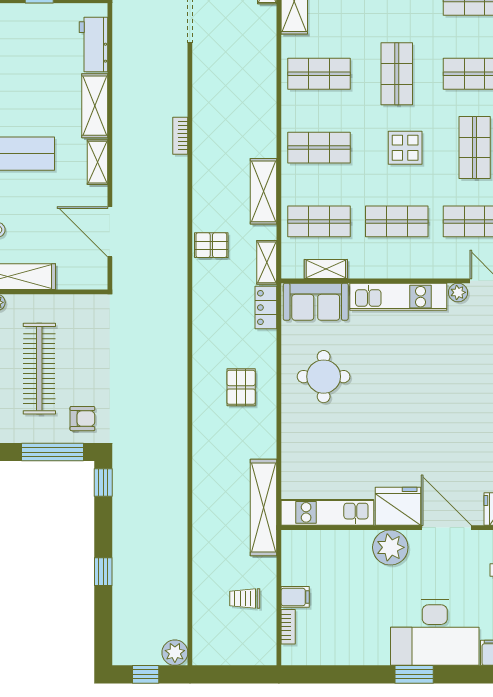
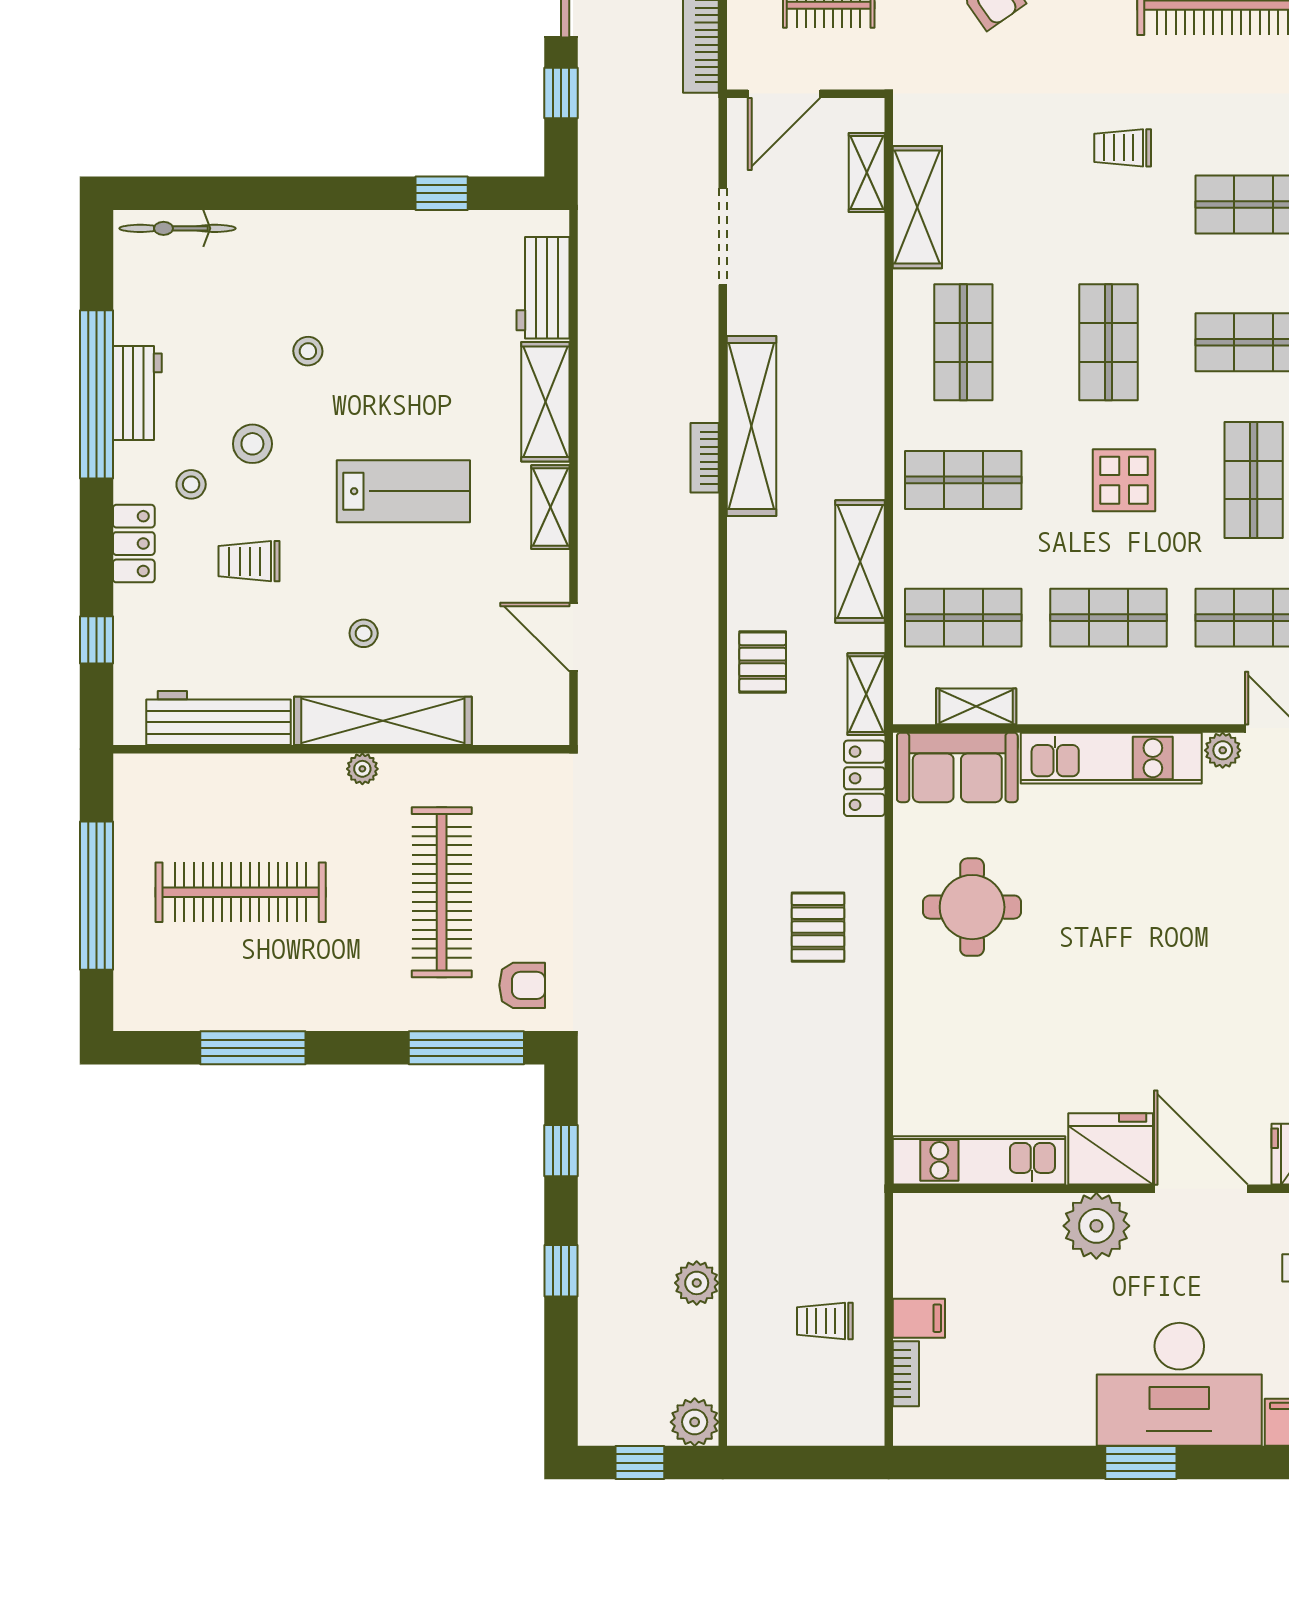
shop shelf: (319, 74) -> (963, 342), turned 90
door: (110, 232) -> (573, 637), width x0.73
pallet: (211, 245) -> (763, 662), turned 90
window: (103, 482) -> (561, 1151), moved
shelving: (264, 507) -> (751, 426), moved
plant: (176, 578) -> (697, 1283), added

